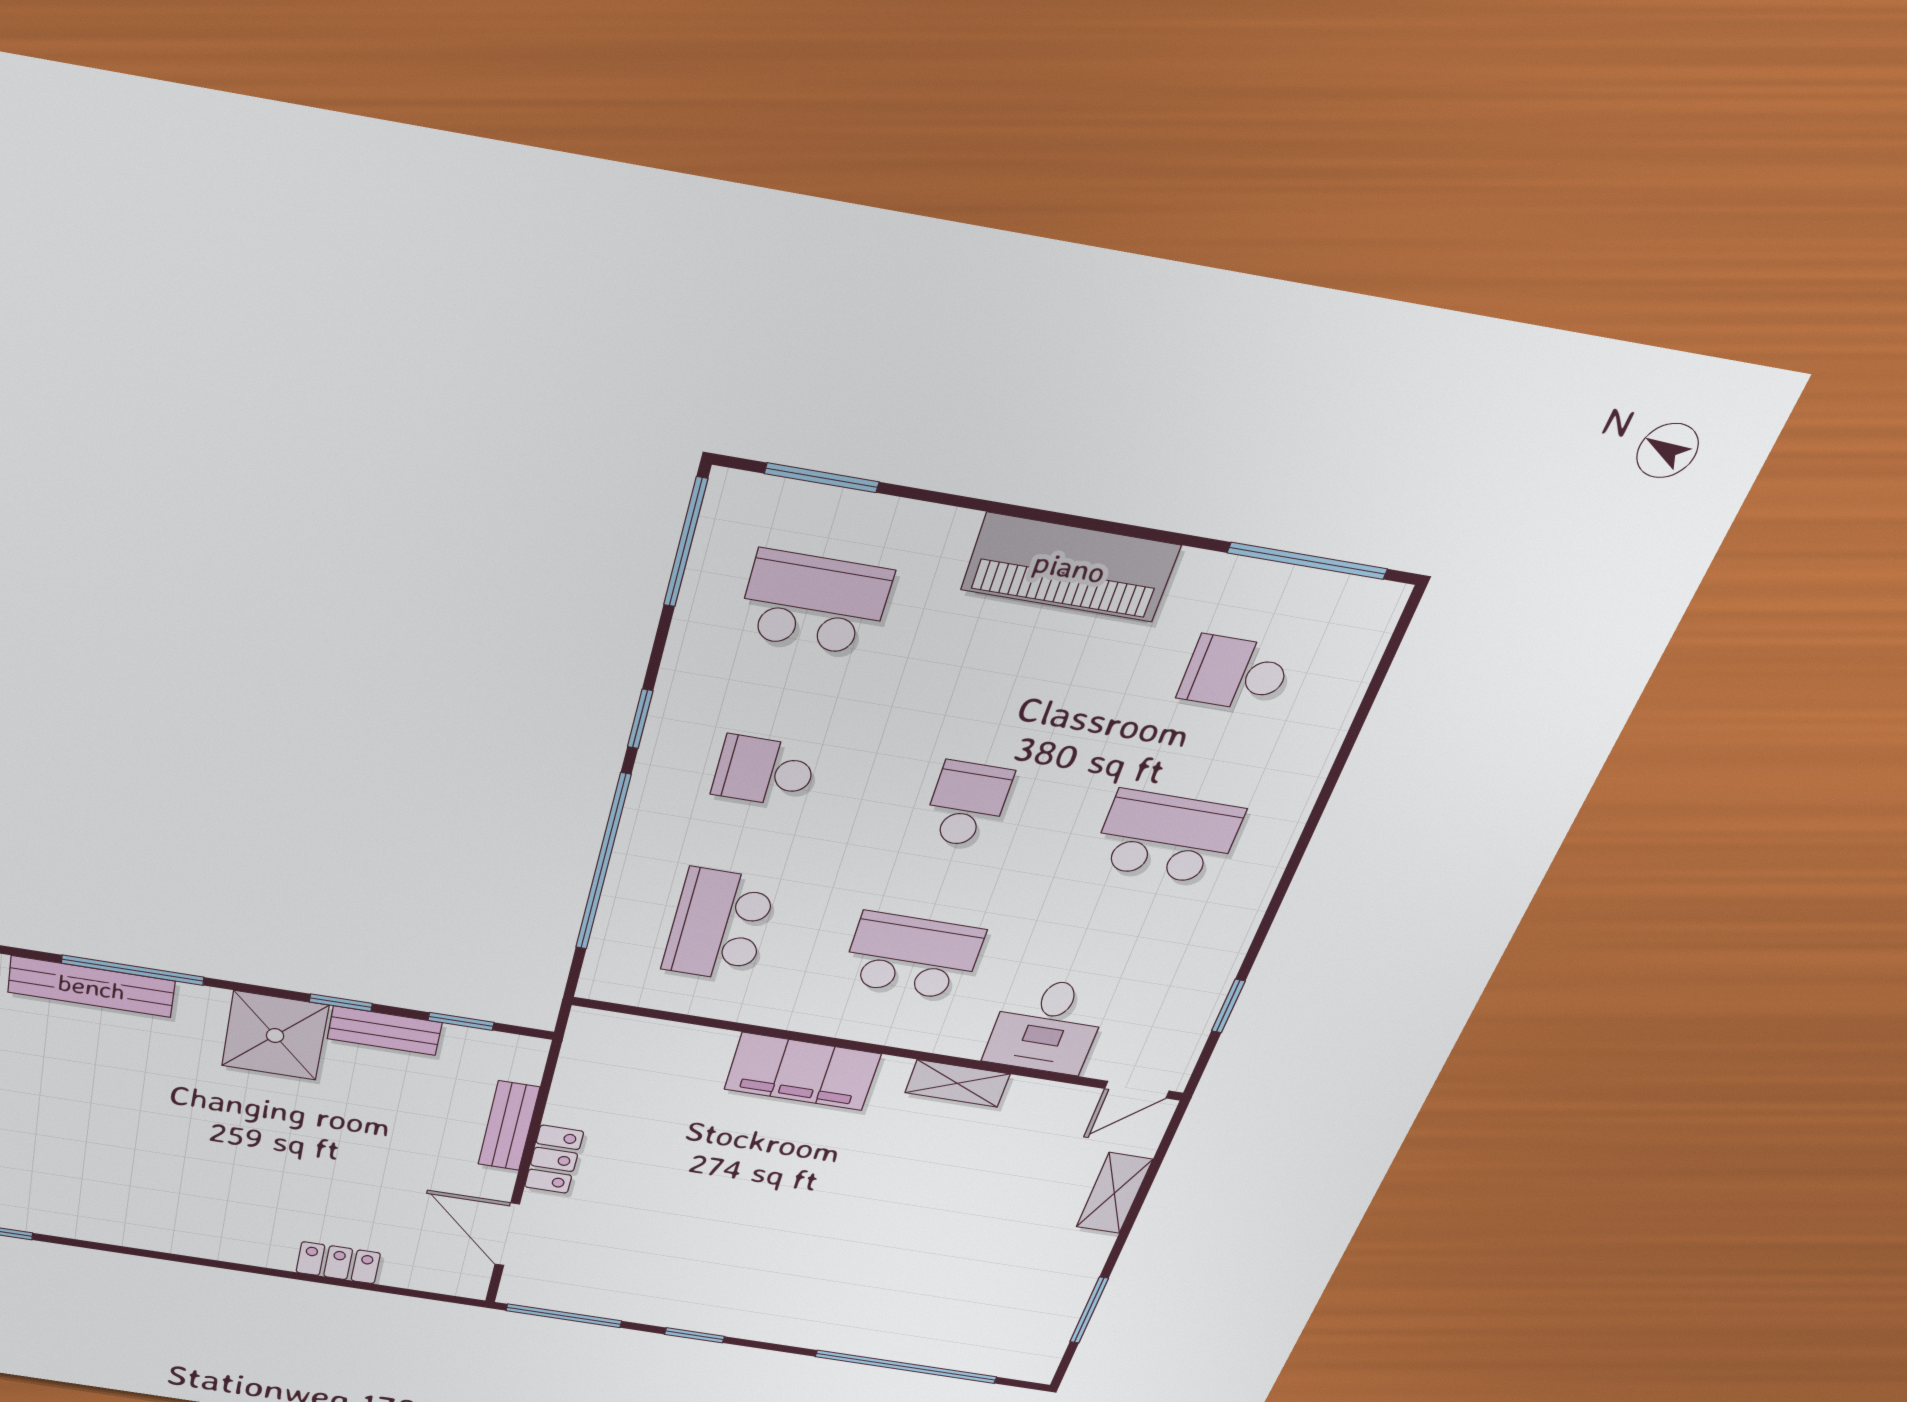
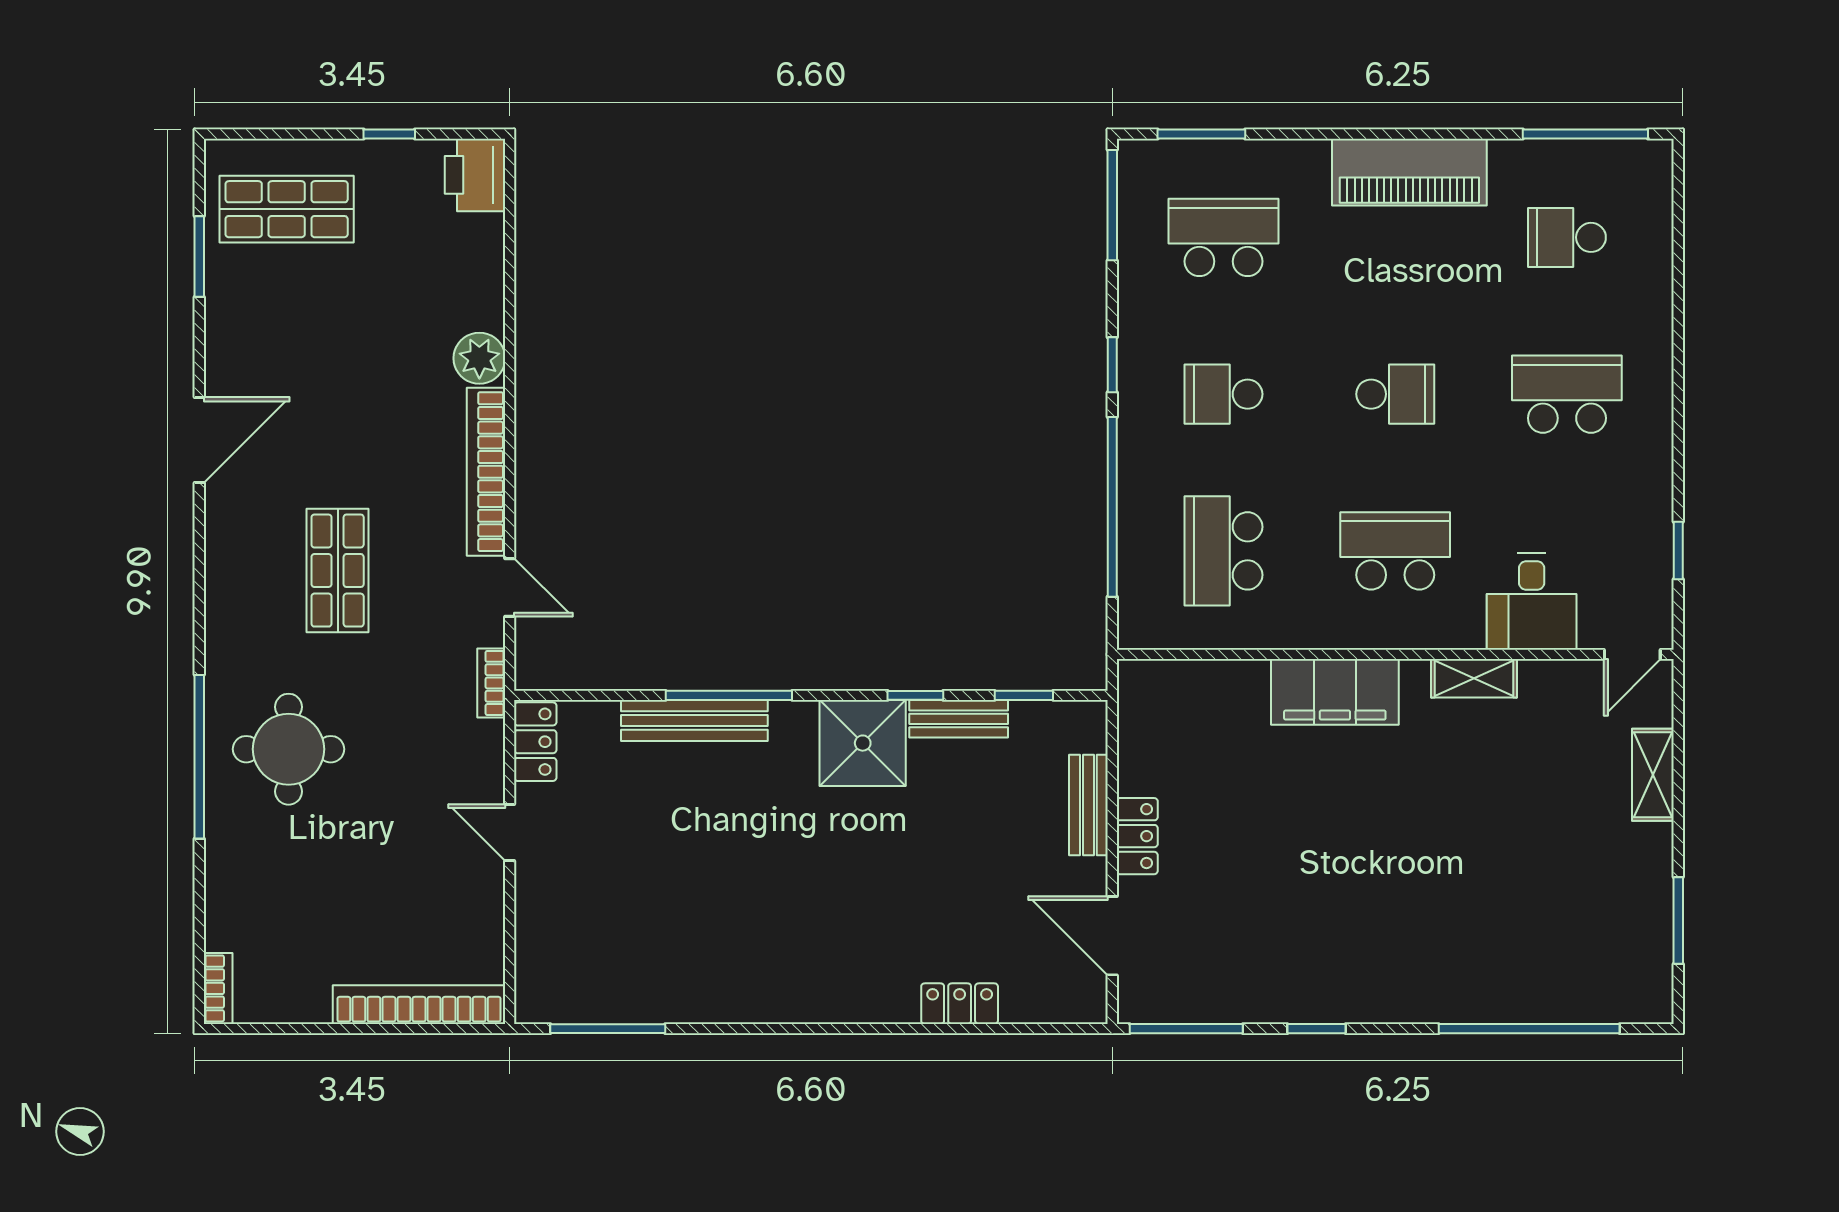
school desk: (967, 804) -> (1395, 394), turned 90

